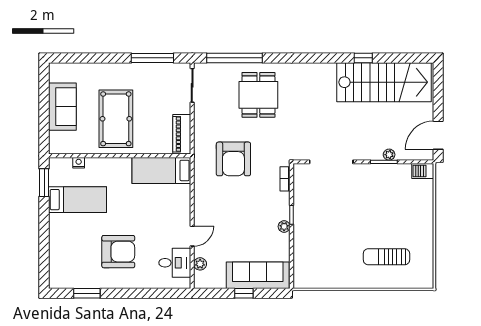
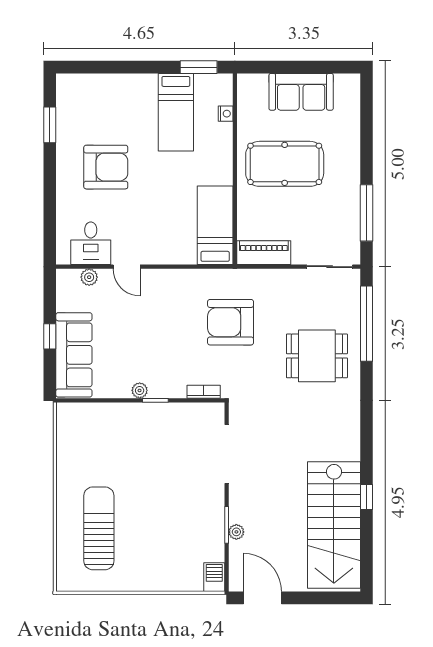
armchair: (118, 252) -> (106, 167), turned -90
sun lounger: (386, 257) -> (99, 528), width x1.36, depth x1.34

